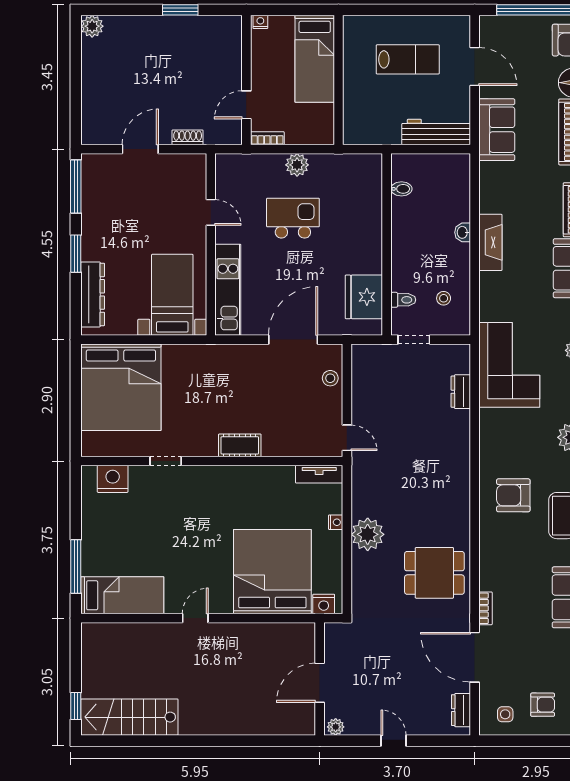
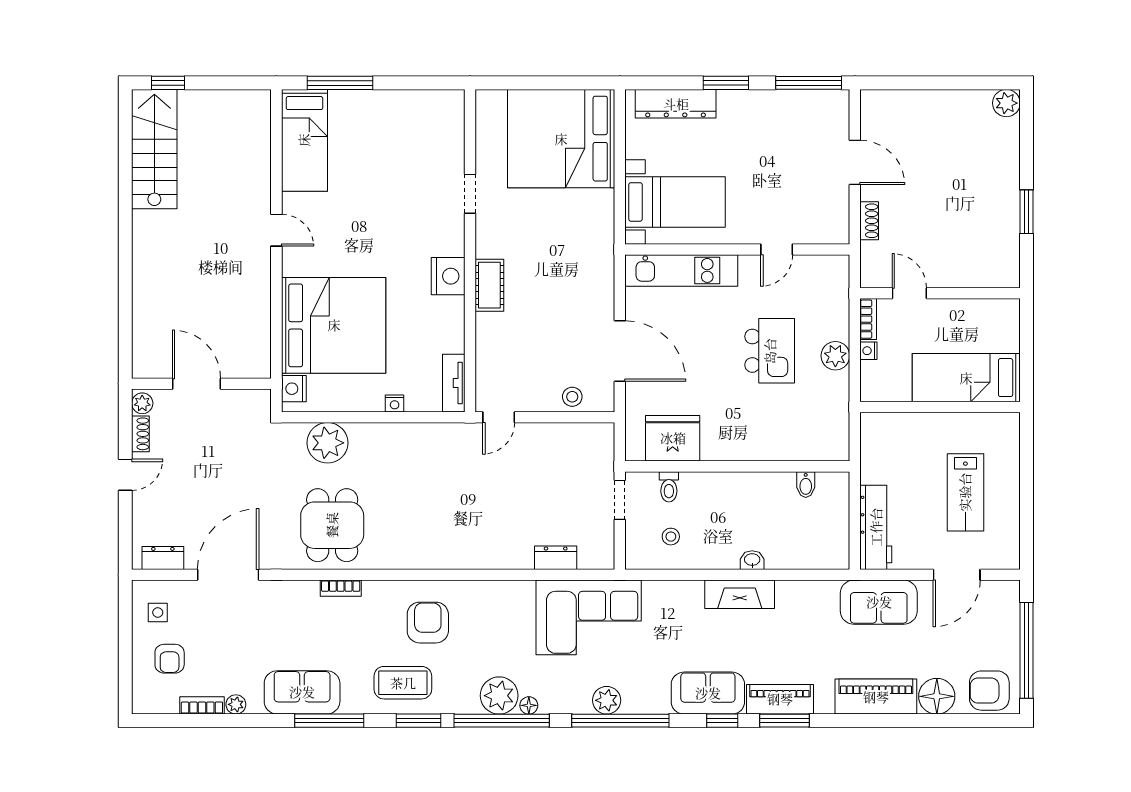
nightstand: (260, 22) -> (868, 351), moved, turned 180
nightstand: (113, 479) -> (448, 276), moved
plant: (368, 534) -> (327, 443), moved
bookcase: (485, 608) -> (341, 588), moved
shoe rack: (360, 728) -> (140, 434), added

